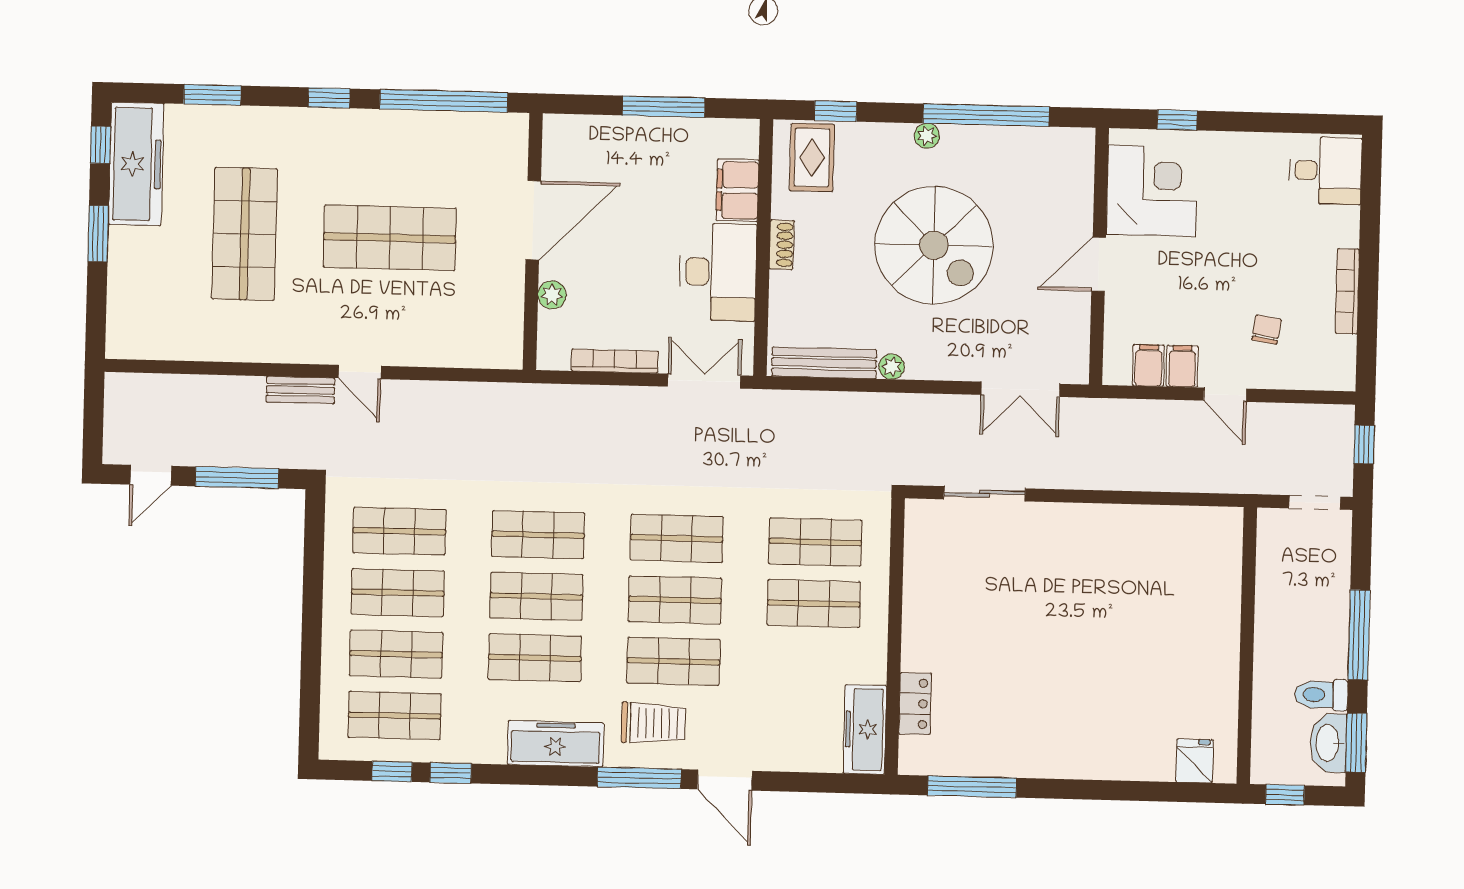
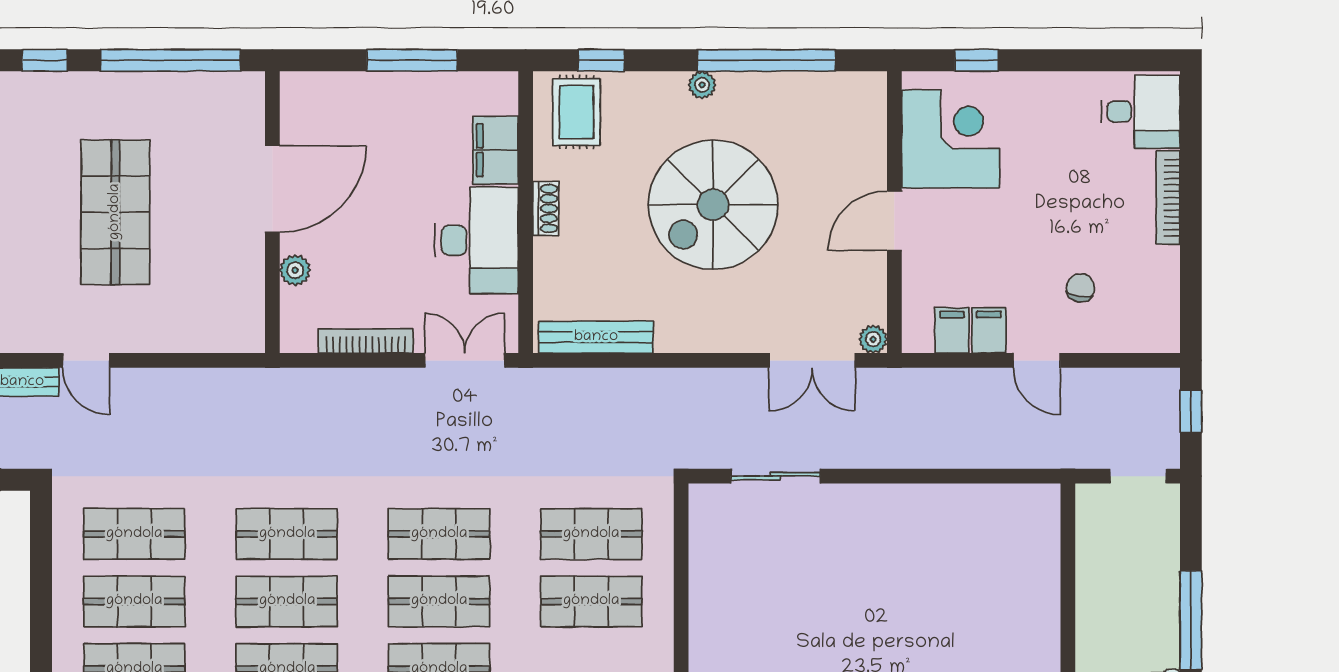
shop shelf: (390, 238) -> (115, 212), turned 90
spiral stairs: (934, 245) -> (713, 205), turned 90
bookcase: (1347, 291) -> (1168, 198), moved
plant: (892, 367) -> (873, 339), moved

